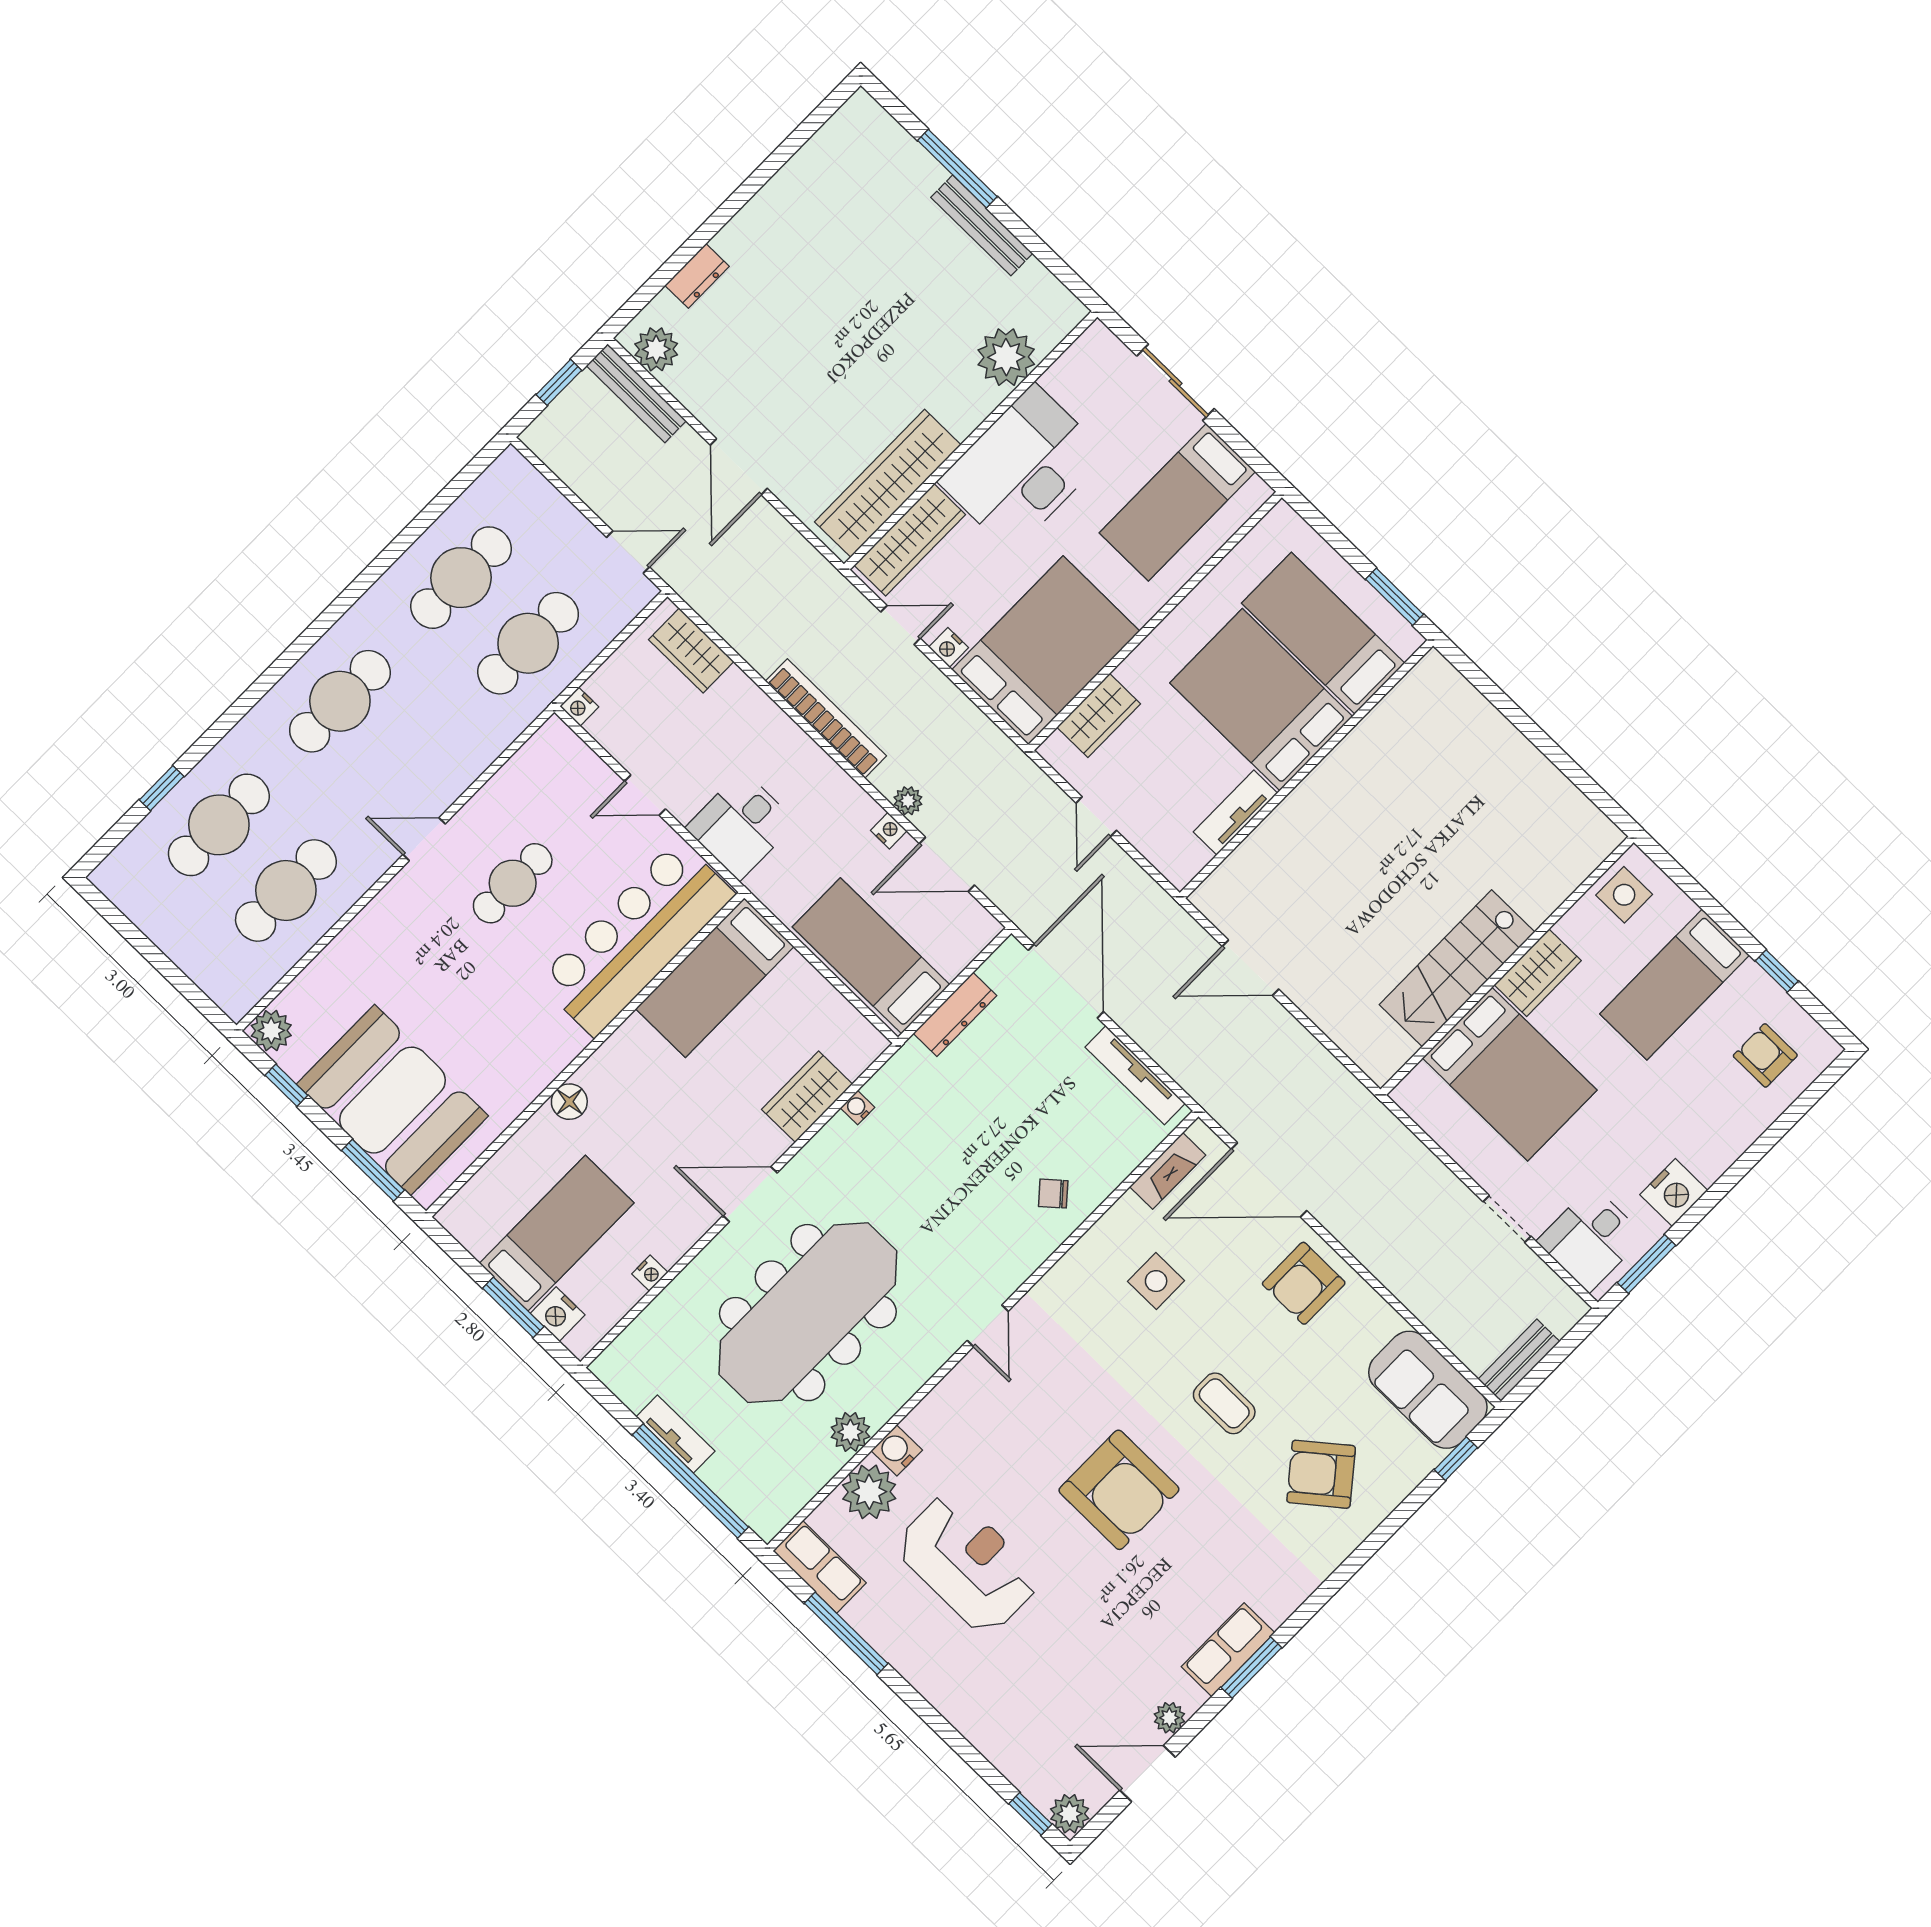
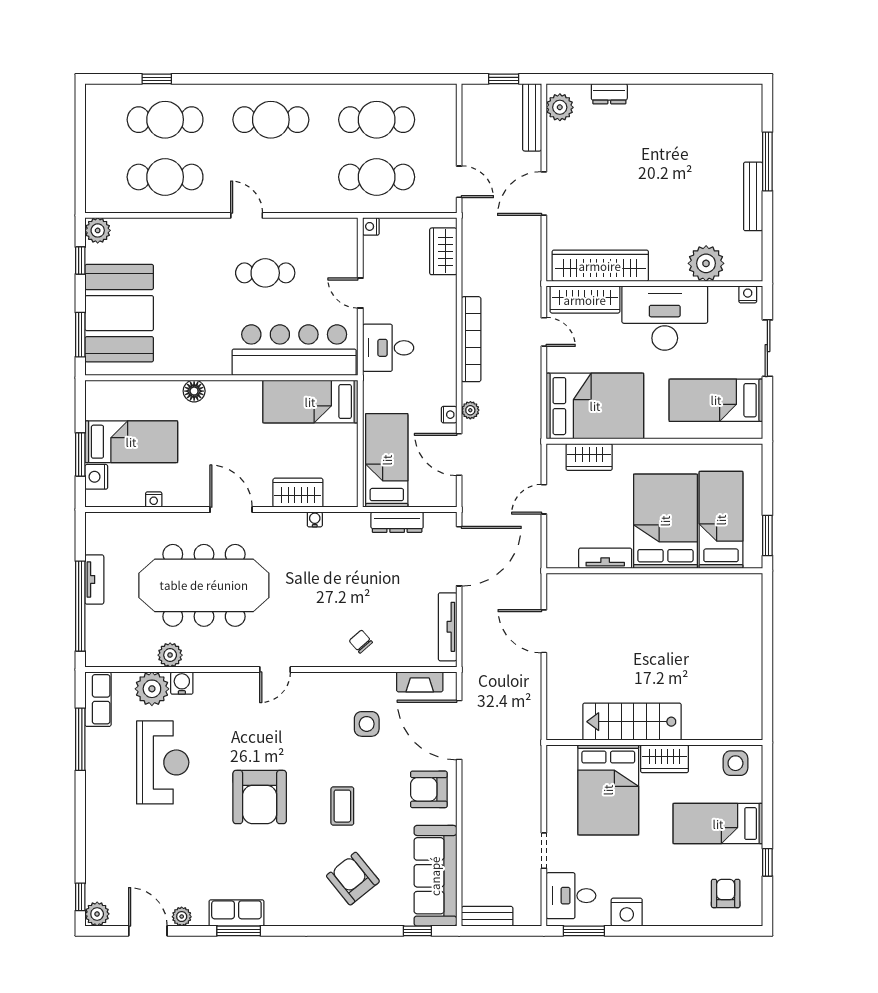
nightstand: (949, 647) -> (748, 294), moved, turned 90
sofa: (1428, 1390) -> (435, 876), width x1.36

